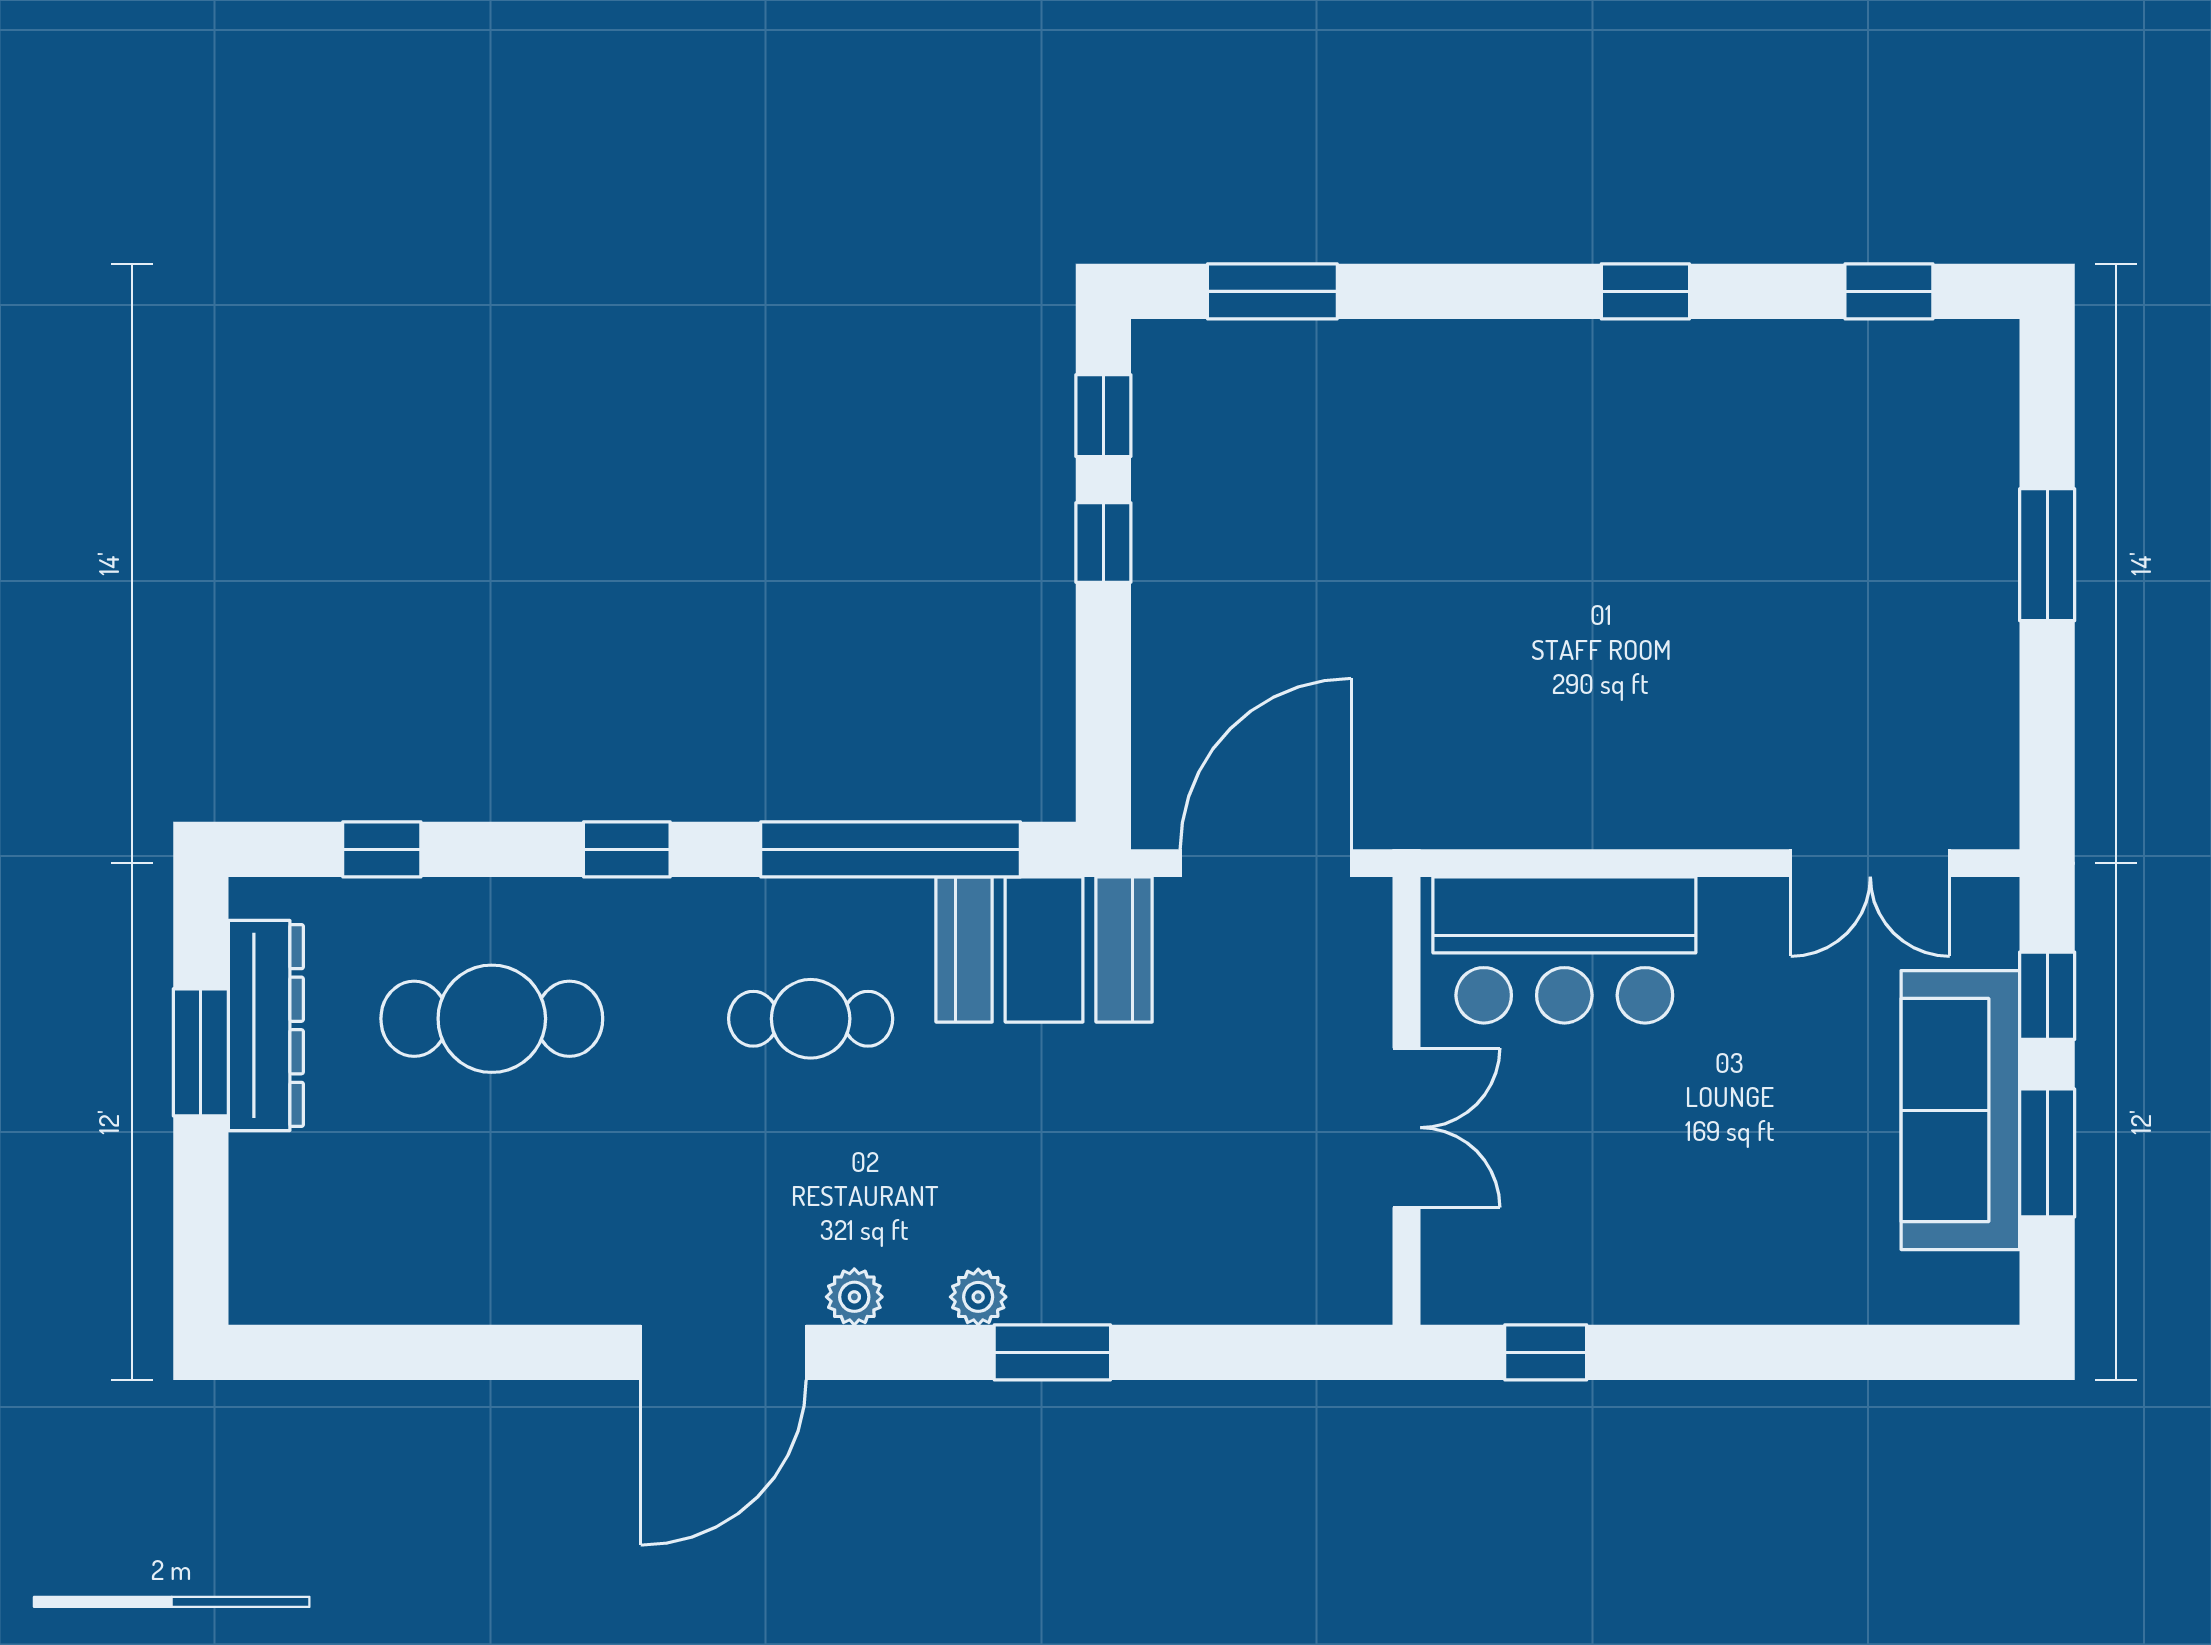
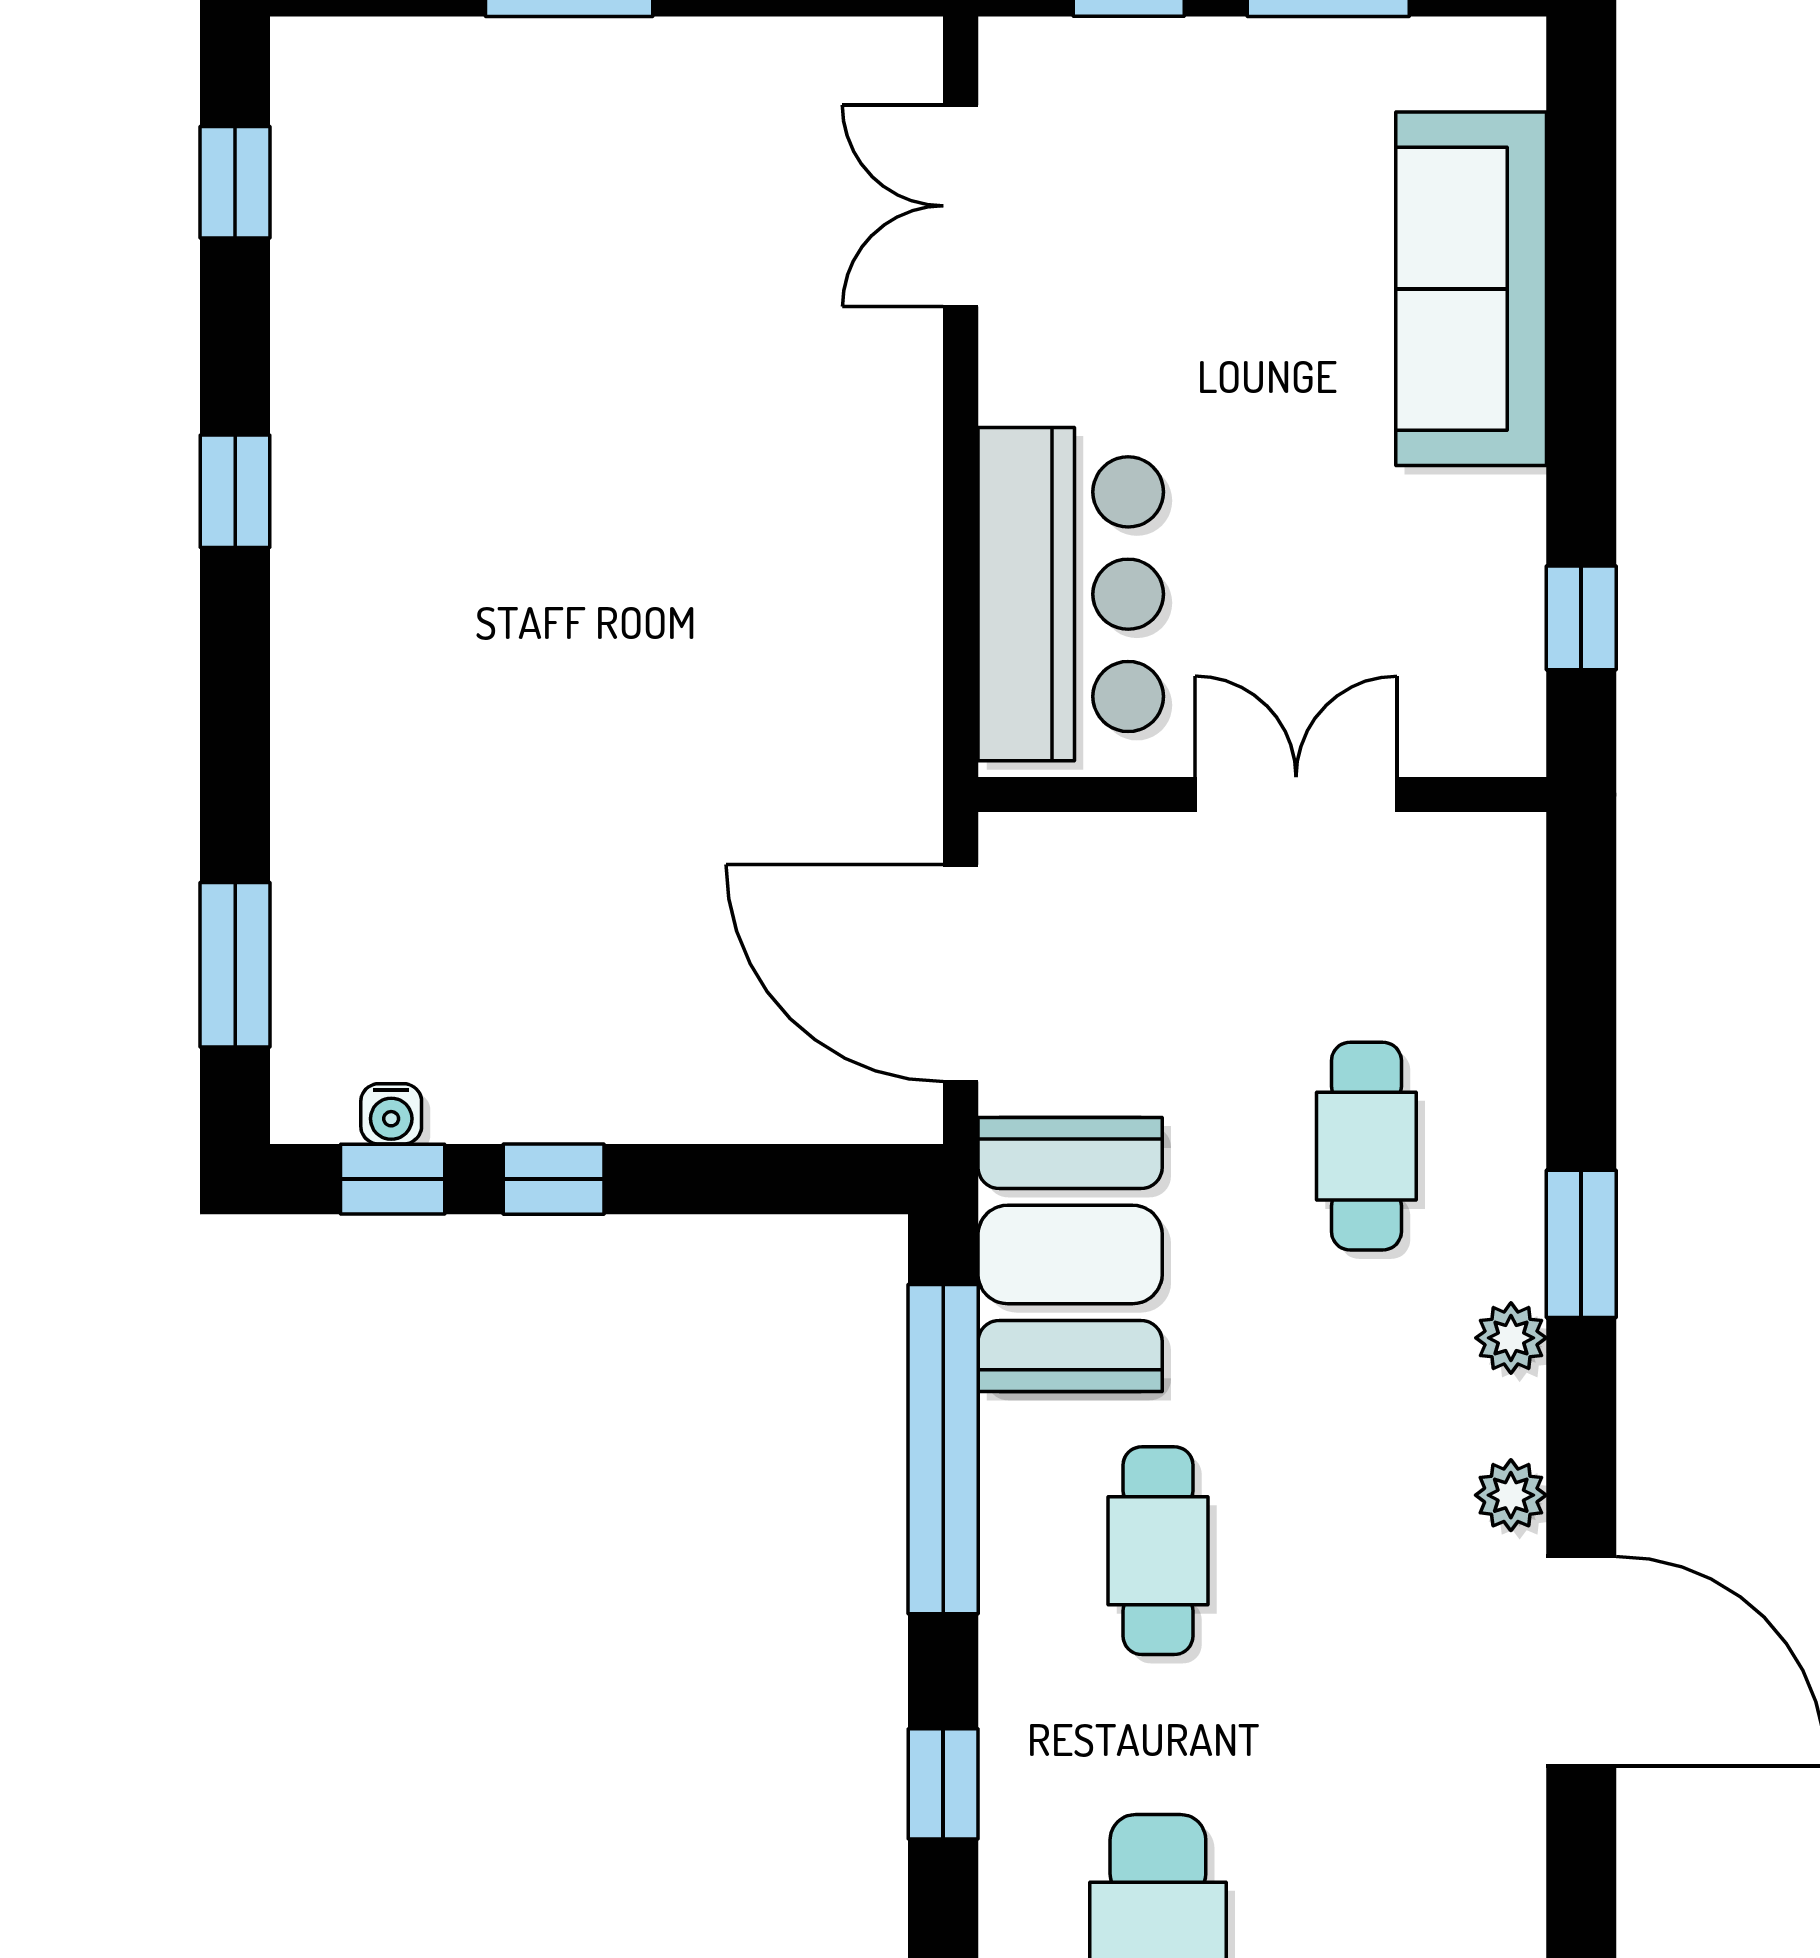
water cooler: (1155, 414) -> (391, 1114), added
double door: (1870, 863) -> (961, 206), swing flipped
sofa: (1960, 1110) -> (1471, 289), moved, turned 90
cafe table: (1129, 1183) -> (1366, 1146), added

